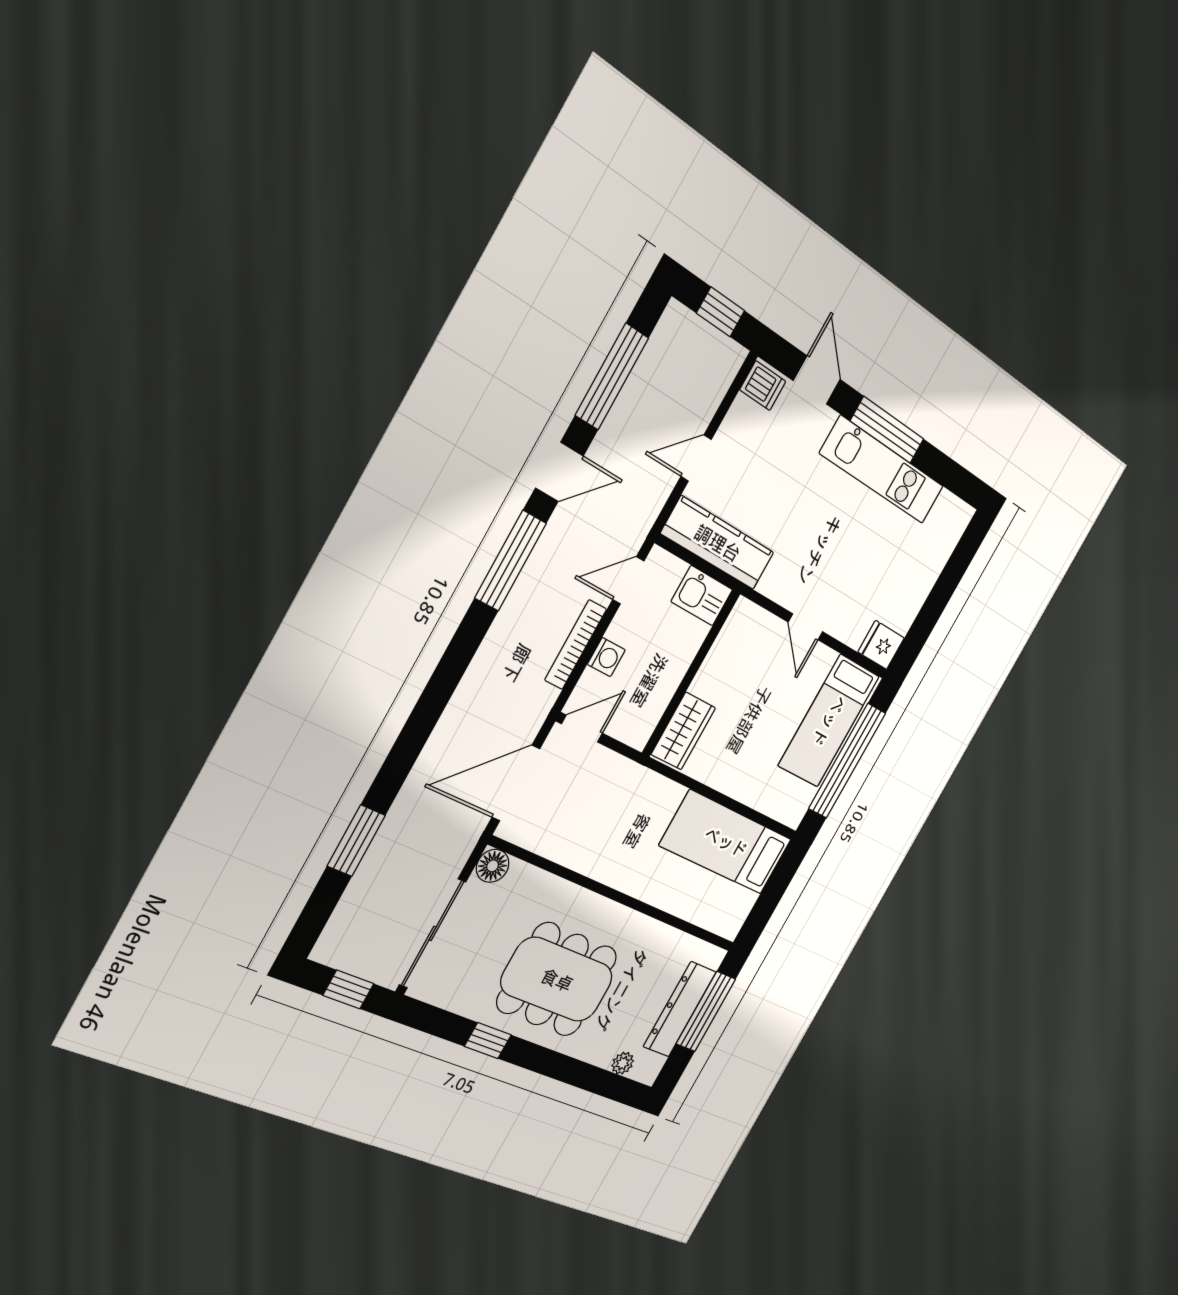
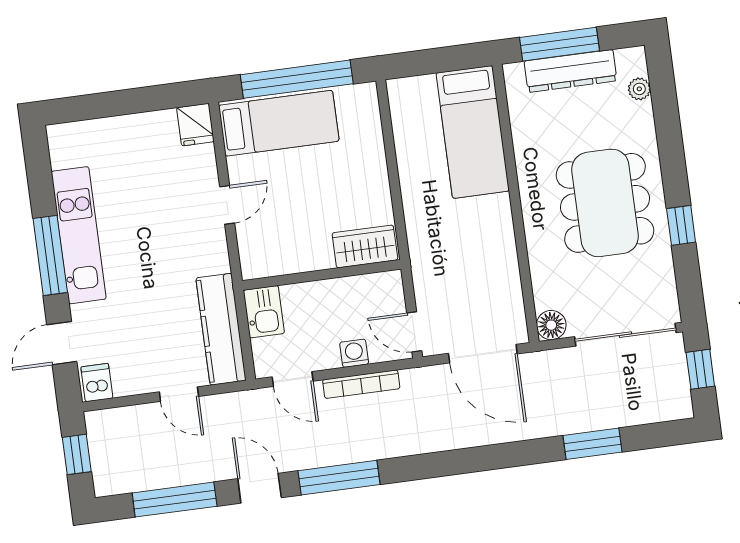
bed: (726, 842) -> (473, 132), moved

